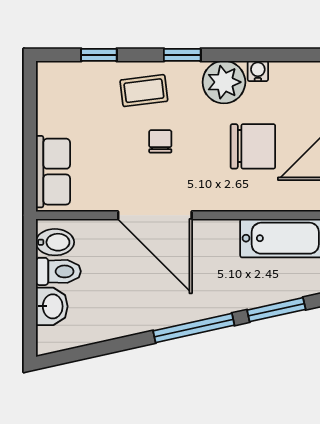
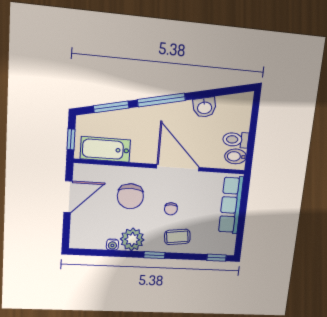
window: (99, 55) -> (217, 258), moved
chair: (253, 146) -> (130, 196), moved, turned -90
row of seats: (53, 172) -> (231, 205), width x1.48
washbasin: (52, 306) -> (205, 107), moved, turned -103

